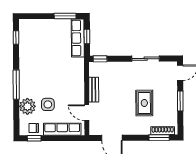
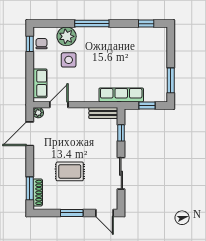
row of seats: (78, 38) -> (121, 95), moved
window: (100, 59) -> (121, 133), moved
bench: (94, 90) -> (103, 113), moved
row of seats: (62, 129) -> (40, 83), width x0.68
plant: (94, 130) -> (38, 113), added

